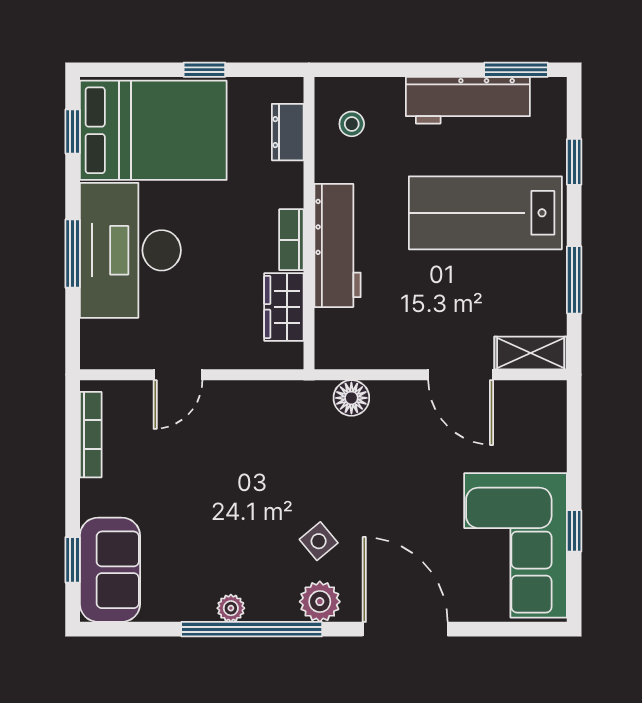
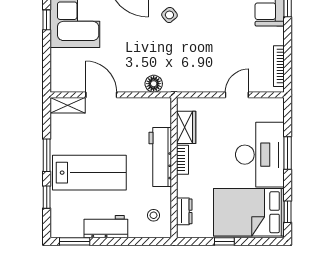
workbench: (468, 100) -> (106, 227), width x0.73
window: (574, 280) -> (47, 155), moved

